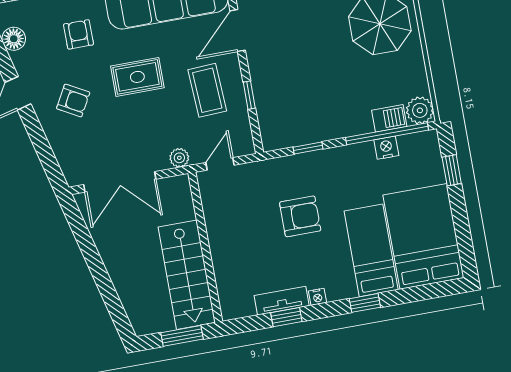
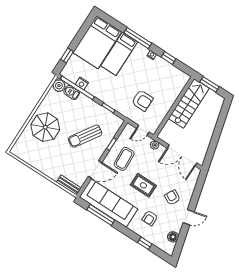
sun lounger: (303, 69) -> (85, 136), added
double door: (120, 182) -> (182, 156), swing flipped
armchair: (300, 216) -> (142, 100), moved, turned 180
tv unit: (282, 301) -> (165, 65), removed
window: (365, 303) -> (138, 38), width x2.17

